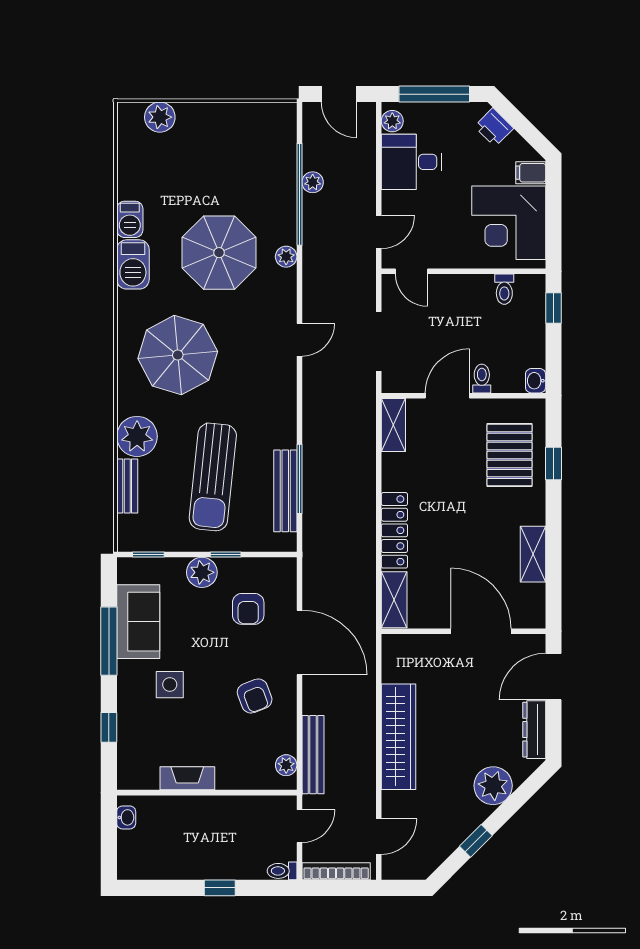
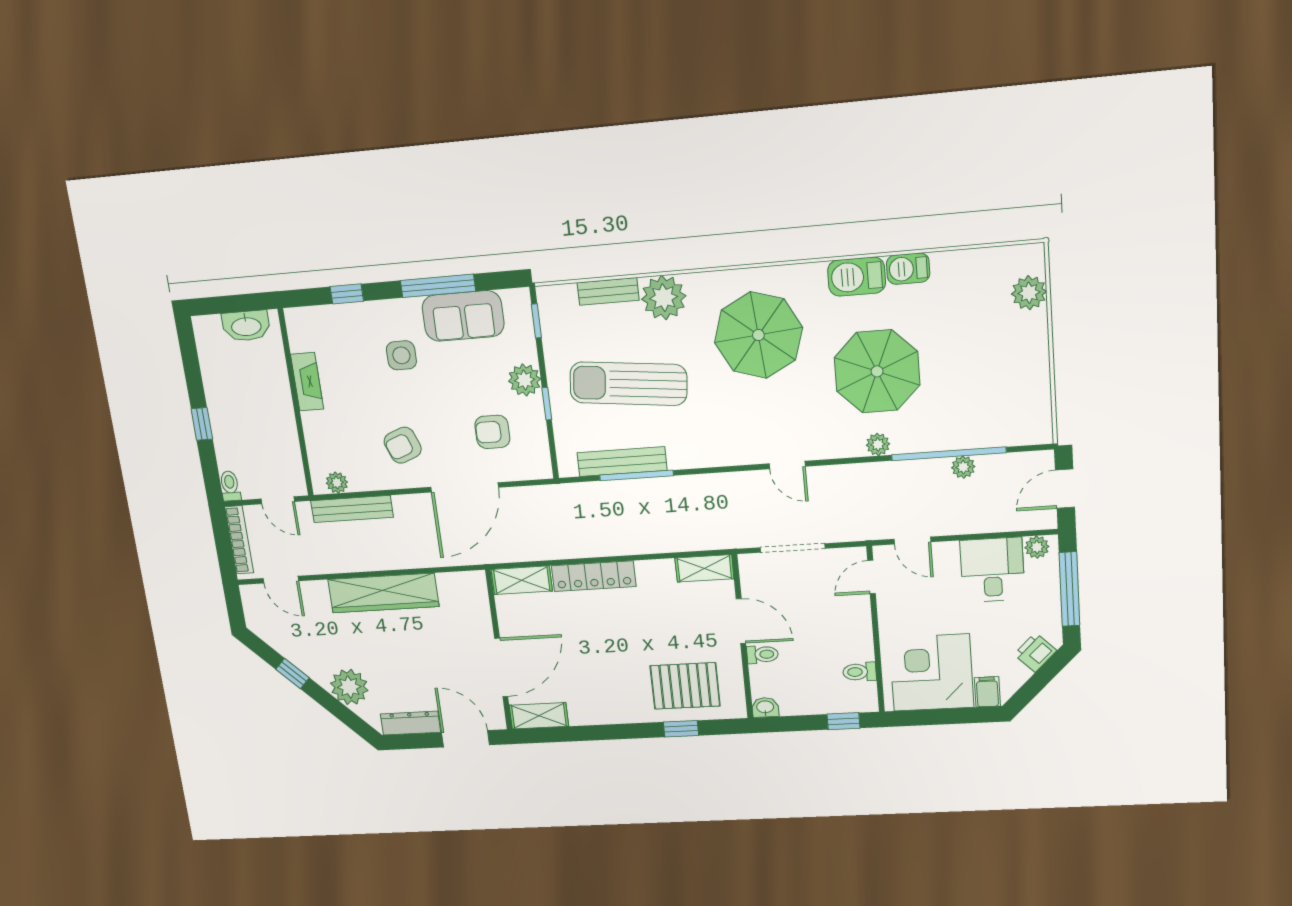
shelving: (533, 554) -> (539, 716), moved
washbasin: (126, 817) -> (246, 326), width x1.91, depth x1.45

